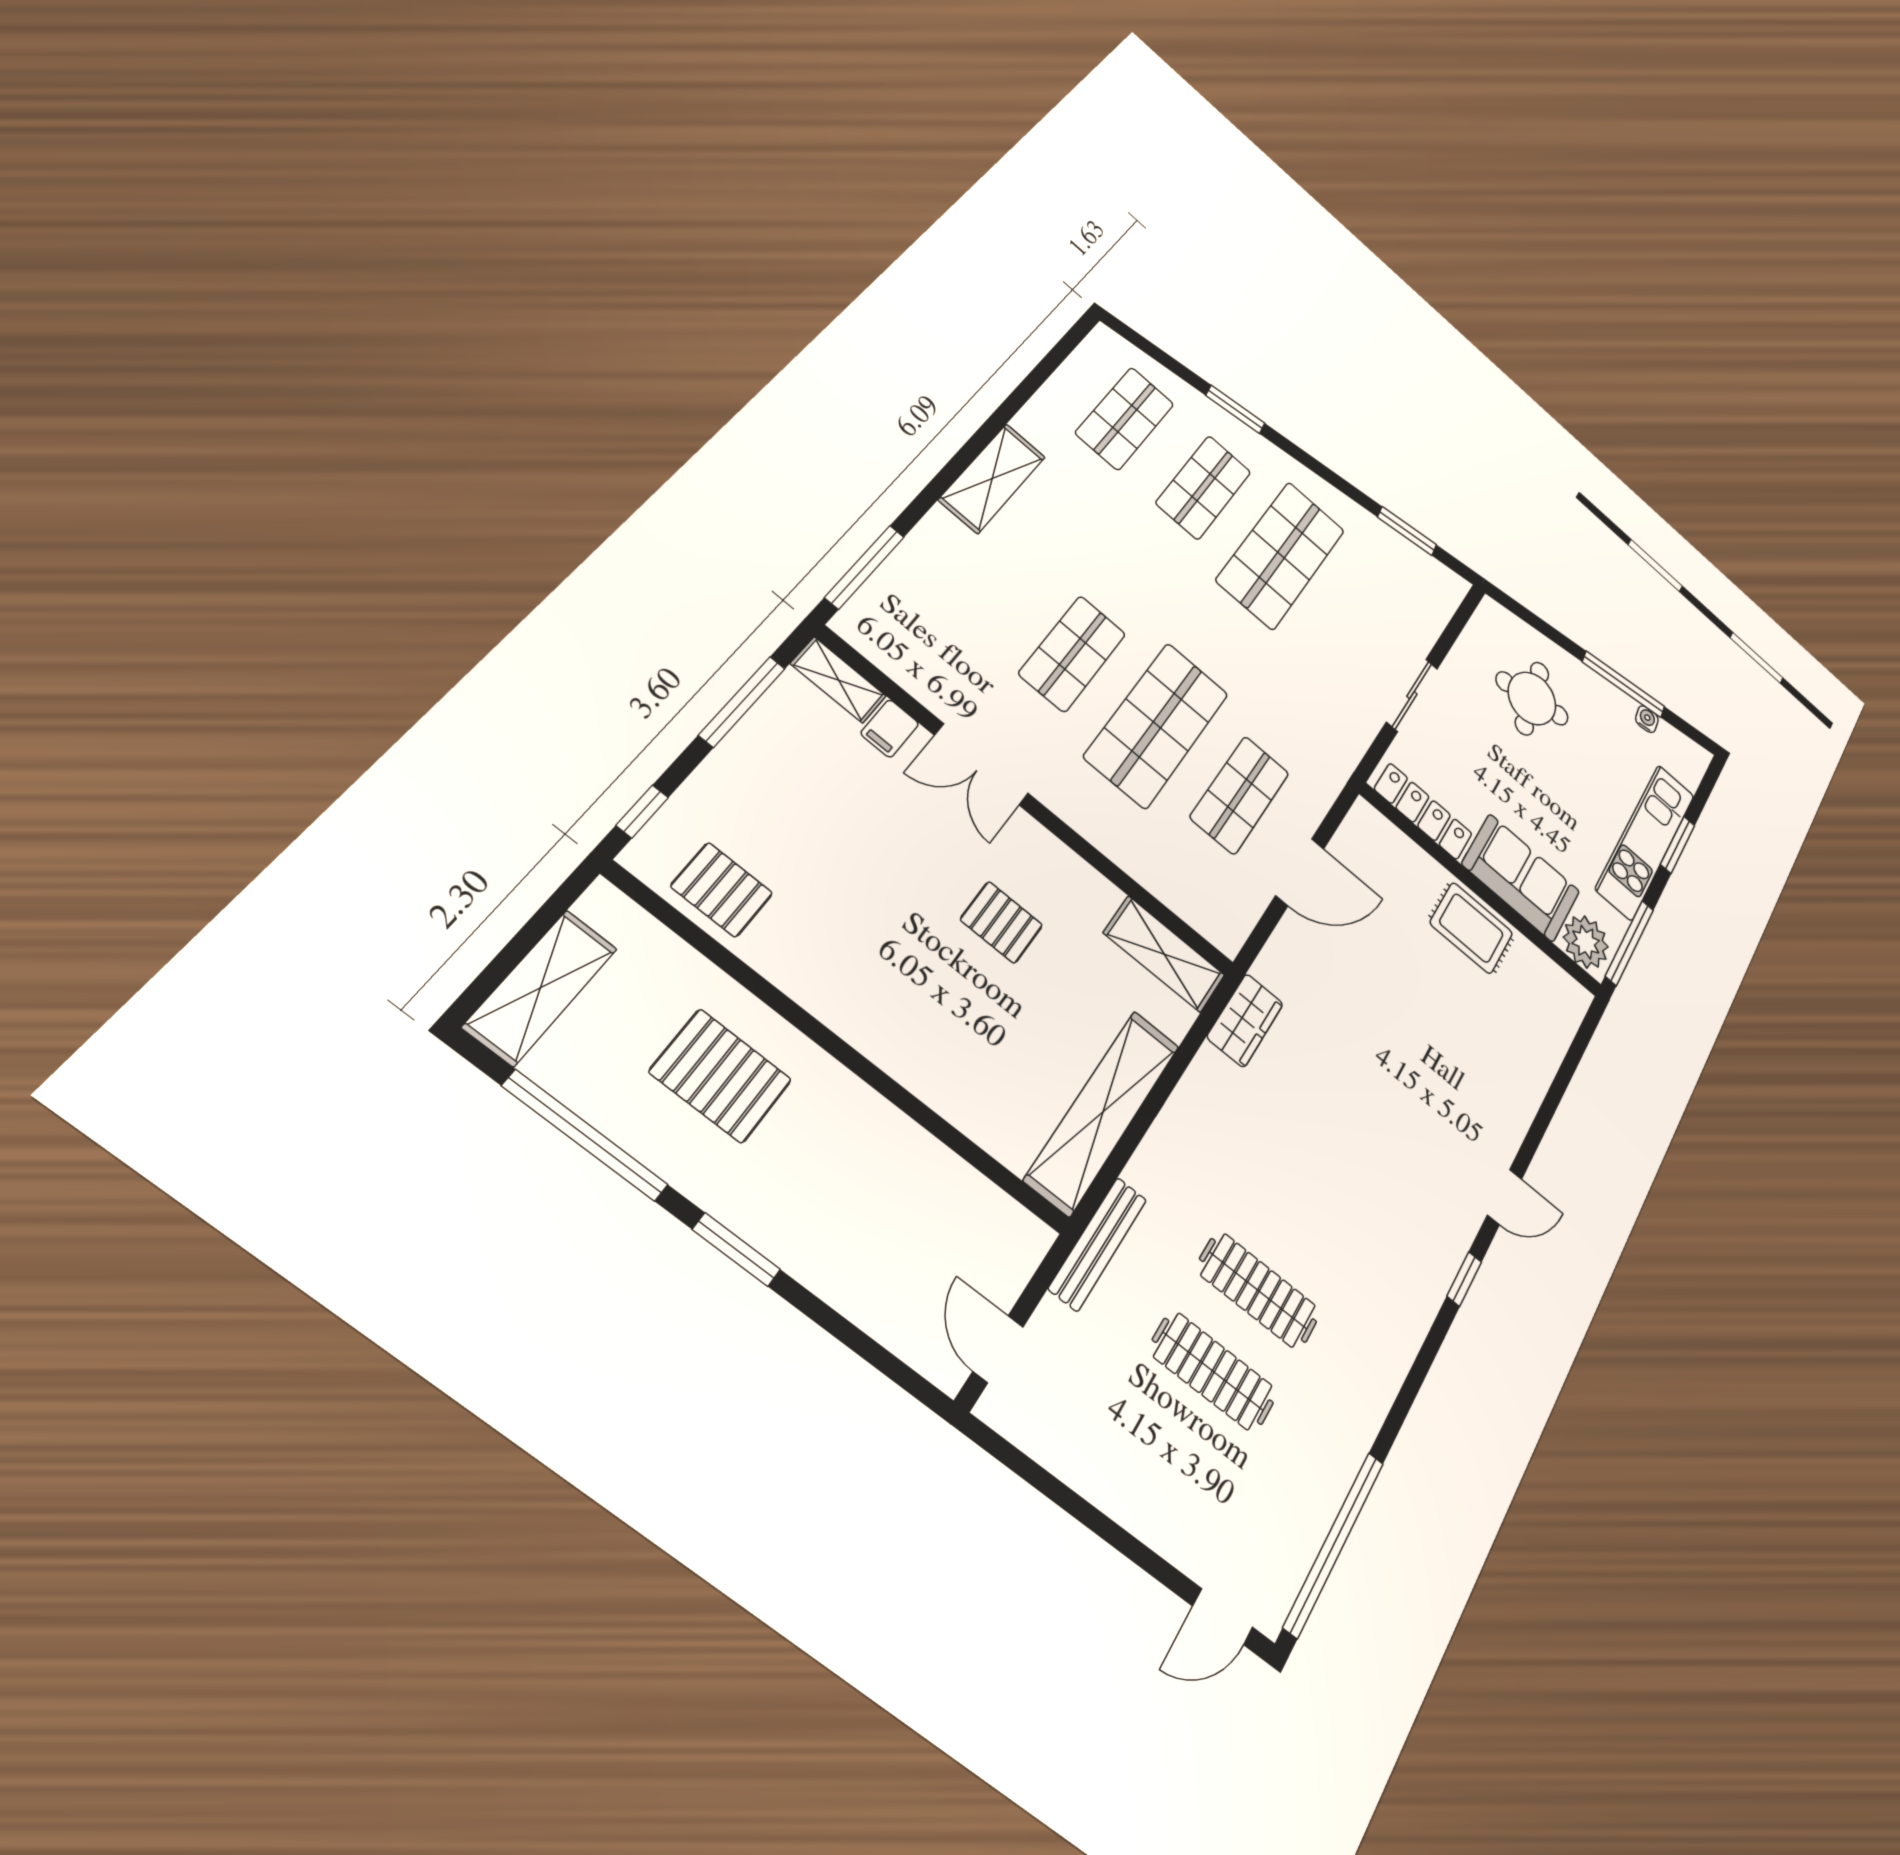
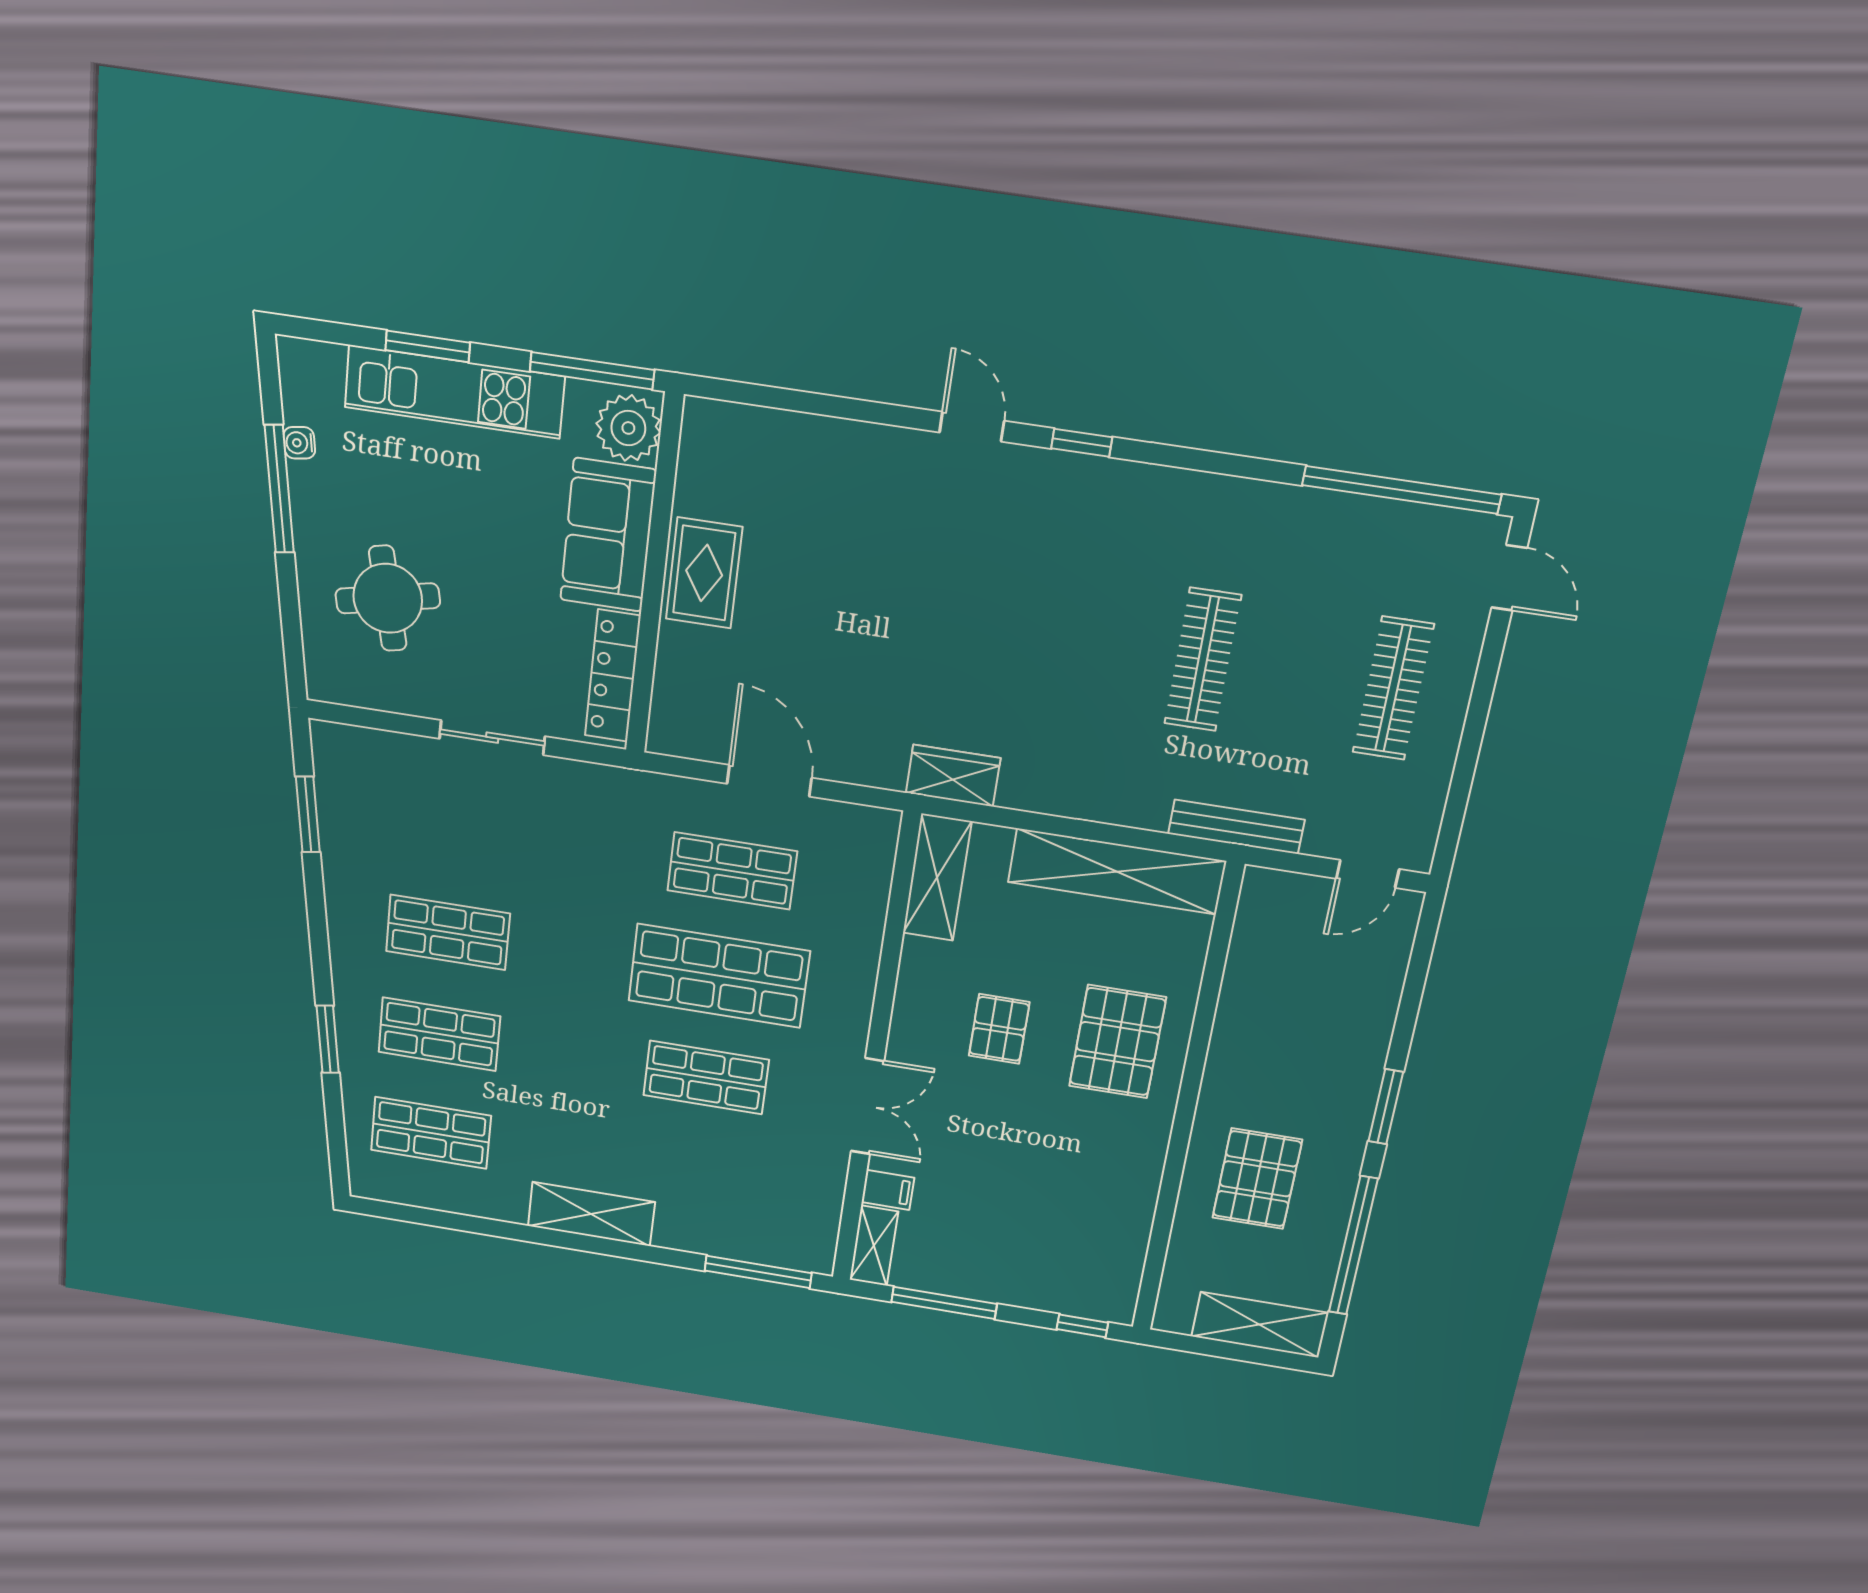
shop shelf: (1281, 555) -> (448, 932), width x0.70, depth x0.74
pallet: (722, 890) -> (1118, 1042), moved, width x1.50, depth x1.42
clothes rail: (1213, 1371) -> (1393, 688), moved

